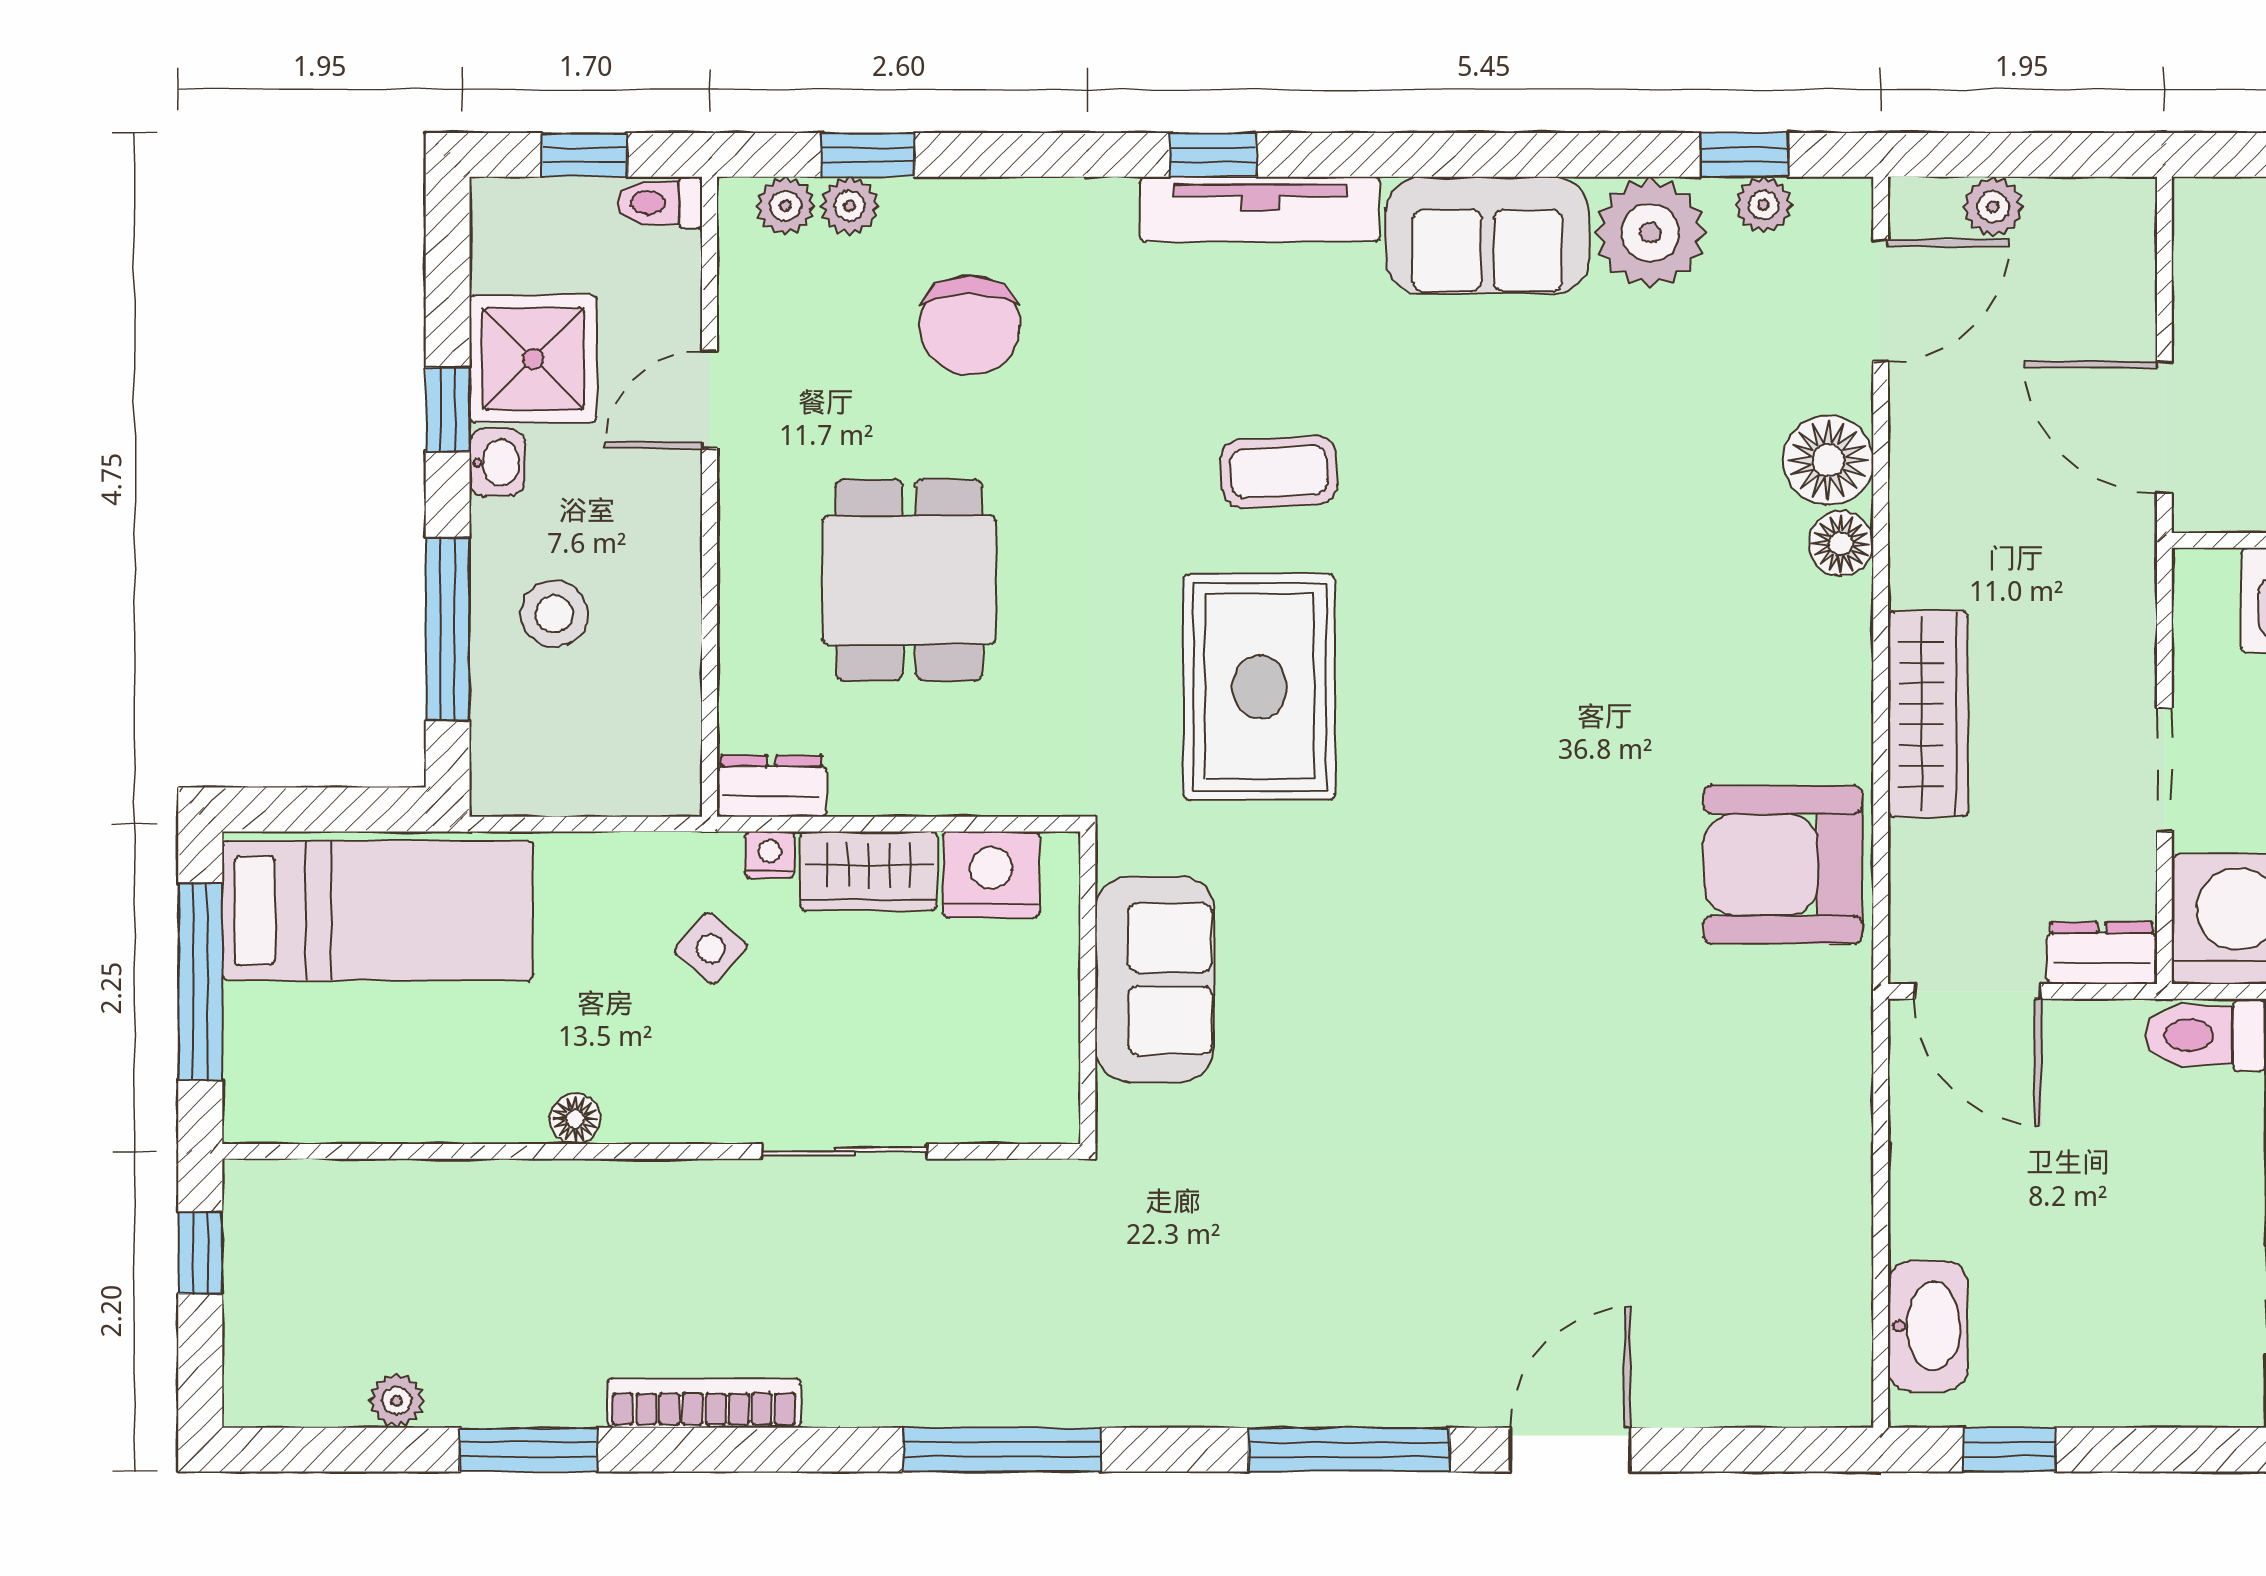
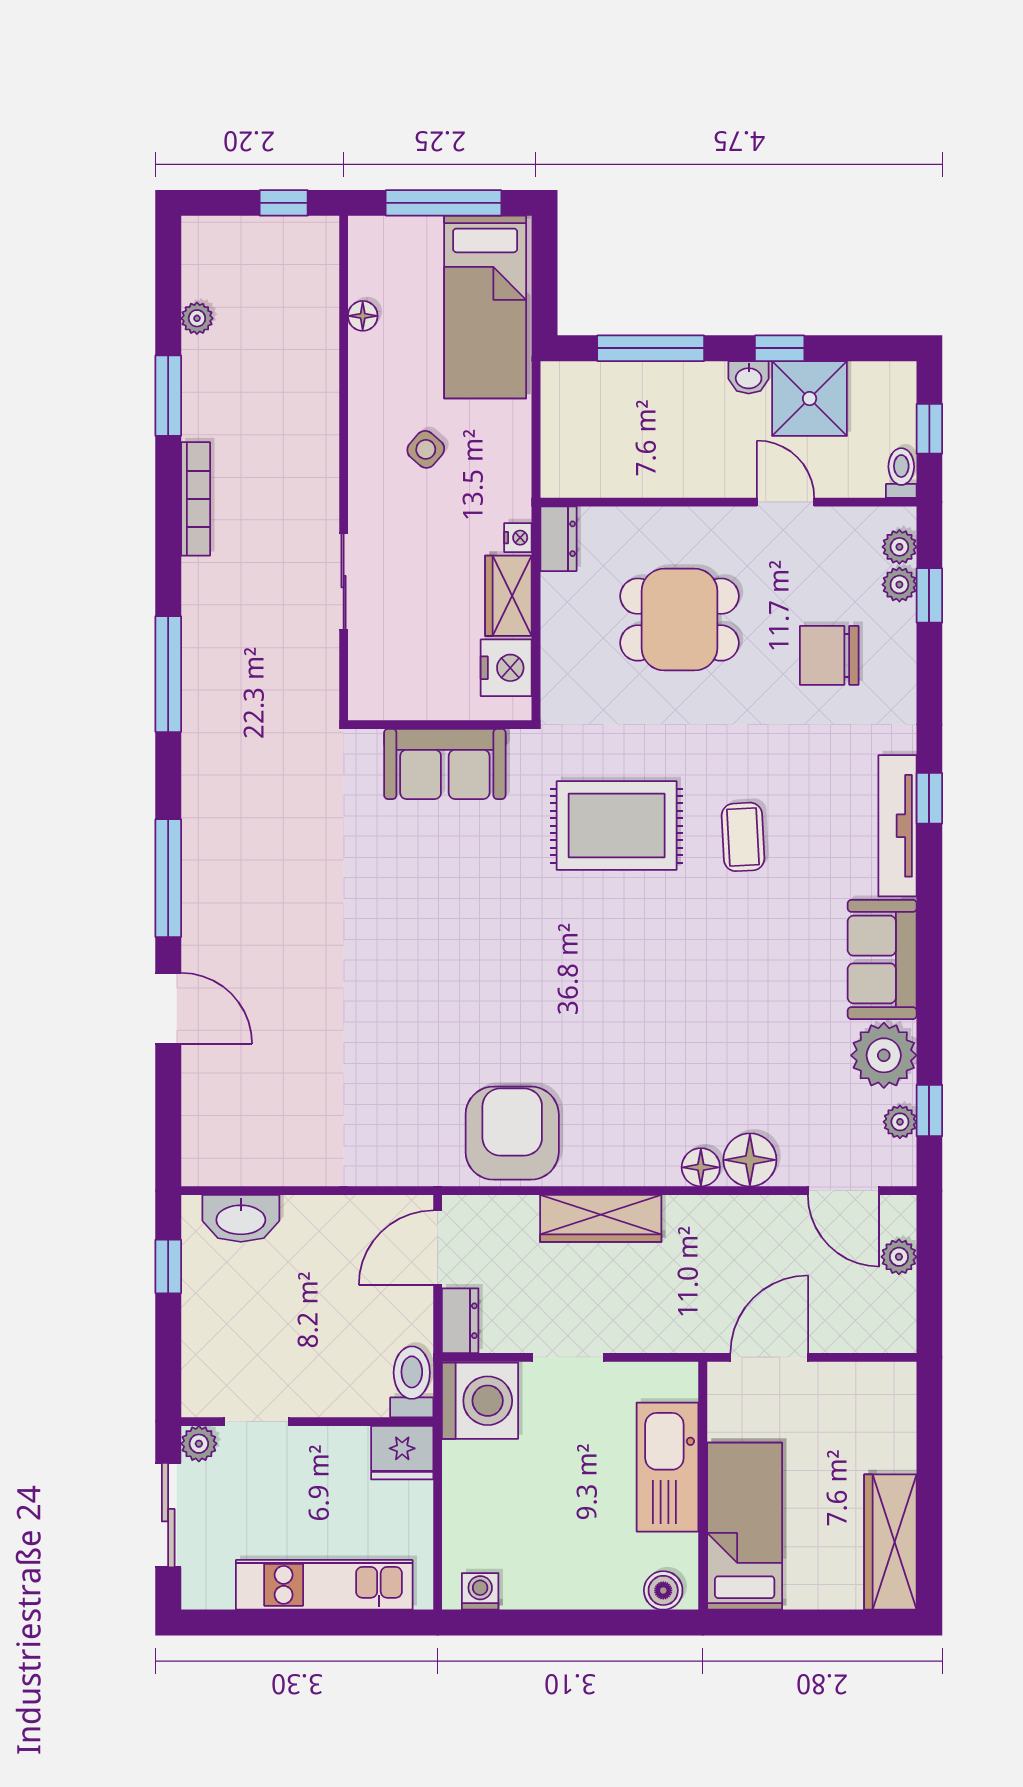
stool: (554, 614) -> (660, 411), removed
side table: (711, 949) -> (426, 449), moved
floor lamp: (575, 1119) -> (363, 316), moved

